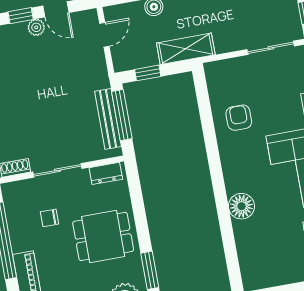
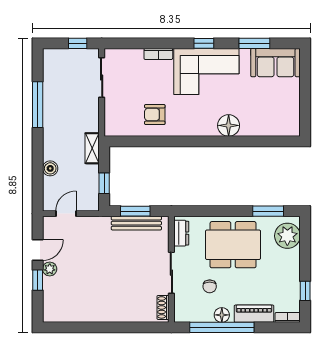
door: (104, 35) -> (66, 214), hinge flipped
shelving: (186, 49) -> (92, 148), width x0.67, depth x0.75
window: (122, 115) -> (135, 211), width x0.69
dining table: (103, 236) -> (233, 245), width x1.38
floor lamp: (19, 238) -> (222, 315), added

